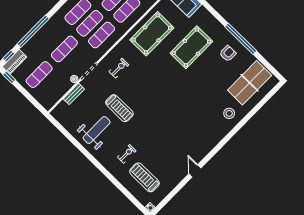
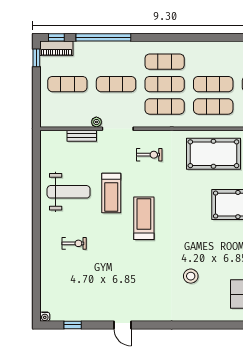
stool: (229, 113) -> (191, 276), moved
door: (195, 171) -> (122, 325), swing flipped
treadmill: (144, 177) -> (144, 218), moved
window: (169, 197) -> (73, 325), added

